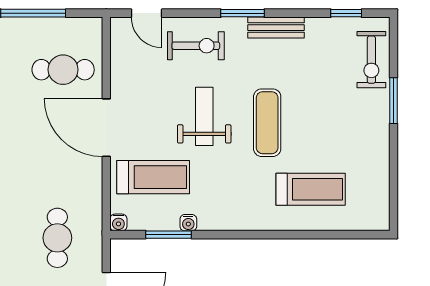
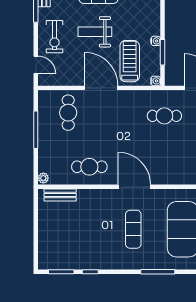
door: (147, 13) -> (36, 65), hinge flipped
exercise bike: (196, 46) -> (54, 37), turned 180
door: (106, 128) -> (101, 88), swing flipped

